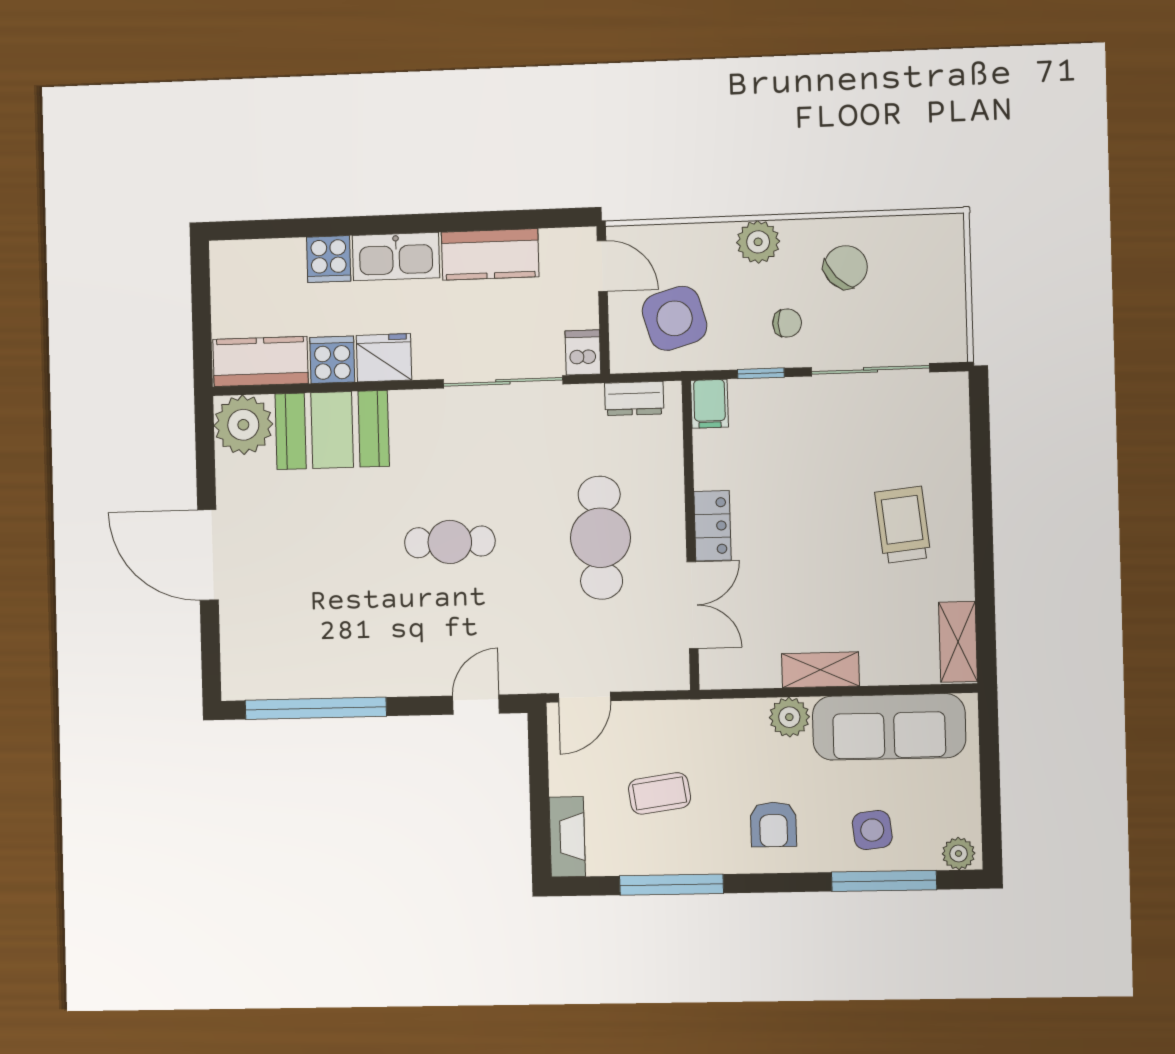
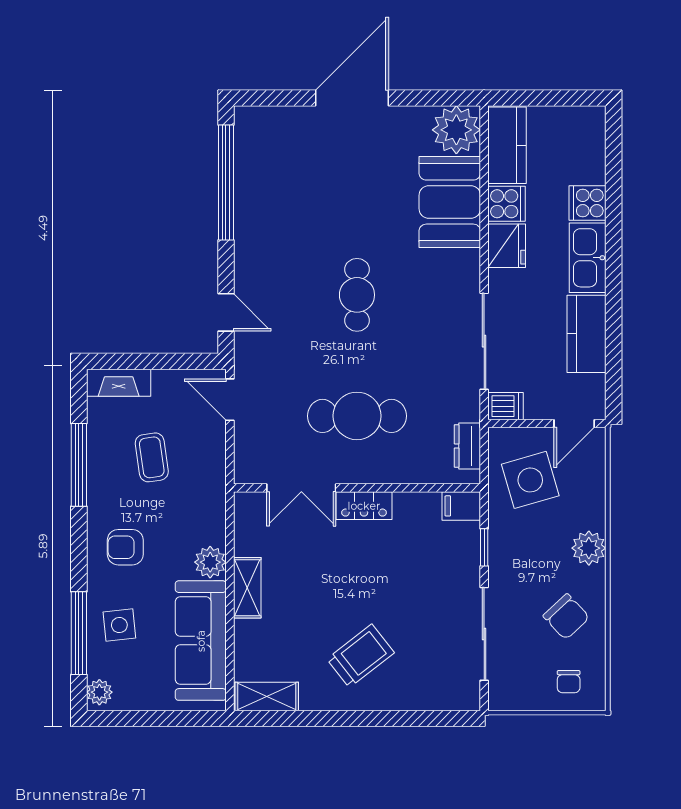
chair: (787, 323) -> (569, 682), moved
trolley: (903, 525) -> (361, 656), turned -32

